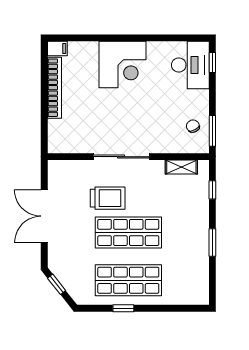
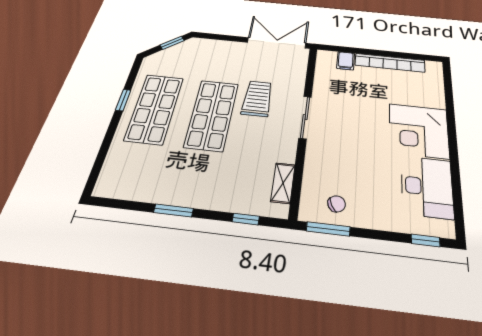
filing cabinet: (57, 48) -> (346, 61), moved
desk: (190, 65) -> (427, 187), moved, turned -90
sliding door: (121, 157) -> (305, 117), width x0.73
trolley: (108, 198) -> (257, 98), turned 180
double door: (44, 216) -> (277, 43), moved

